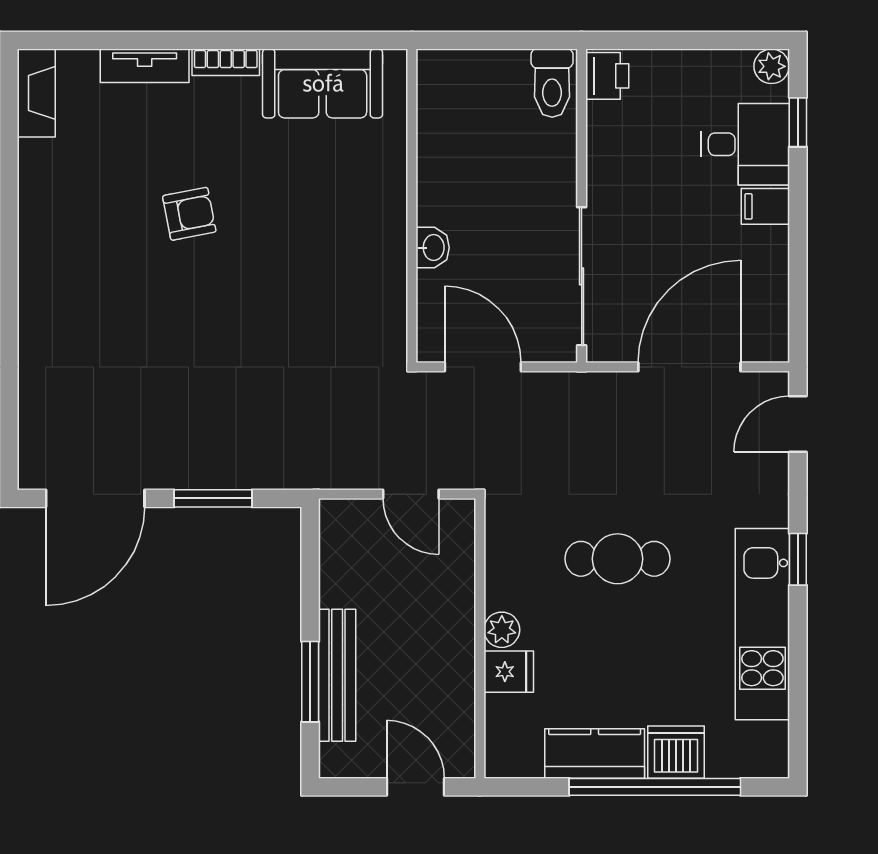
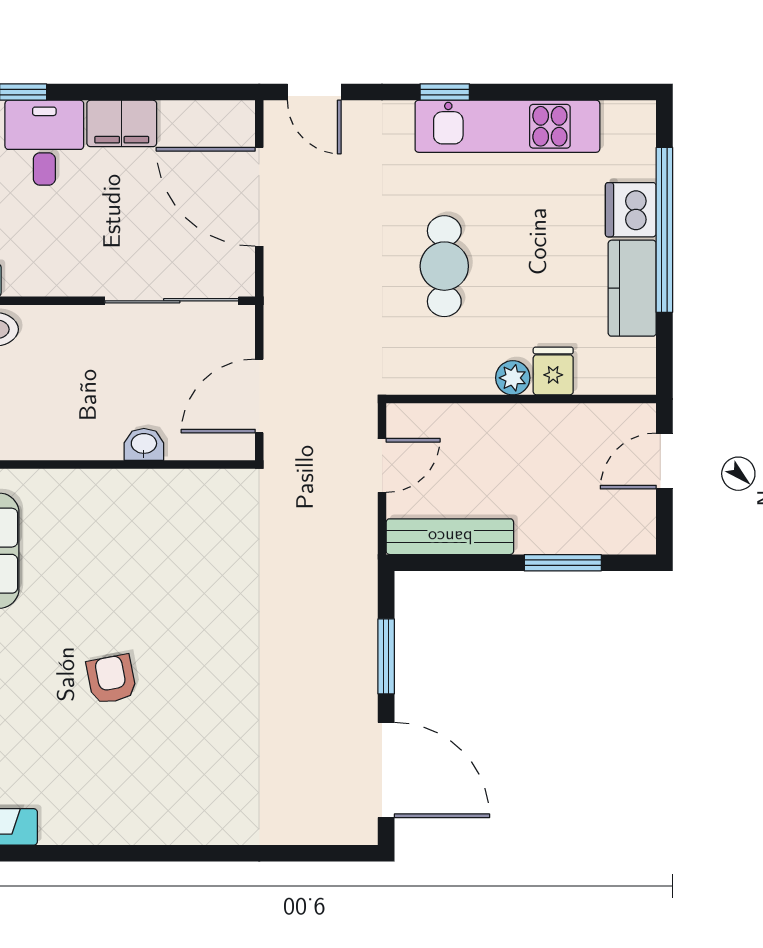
filing cabinet: (765, 206) -> (122, 123), width x2.00
bench: (337, 675) -> (450, 537), moved

